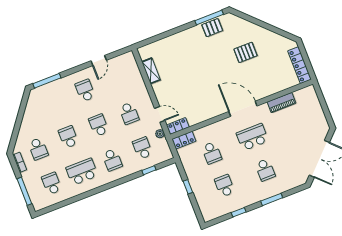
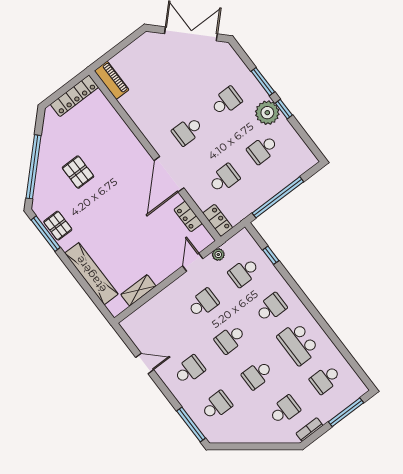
window: (258, 22) -> (33, 167), added
shelving: (172, 41) -> (91, 274), added
school desk: (85, 90) -> (189, 370), turned 180
school desk: (55, 102) -> (217, 406), added
piano: (281, 103) -> (112, 80), moved
door: (243, 109) -> (169, 174), moved
locker: (178, 126) -> (188, 216), moved
school desk: (252, 137) -> (188, 131), width x0.54
window: (188, 187) -> (278, 197), width x3.17
plant: (249, 196) -> (267, 113), added
window: (239, 212) -> (284, 109), moved

